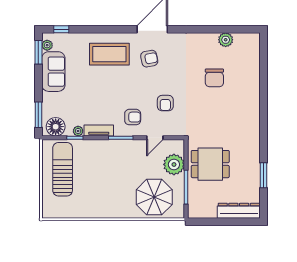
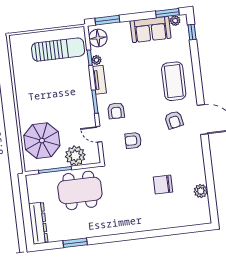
dining table: (210, 164) -> (80, 190), width x1.38

